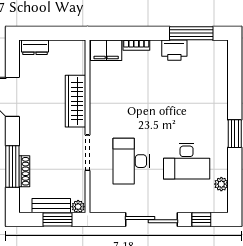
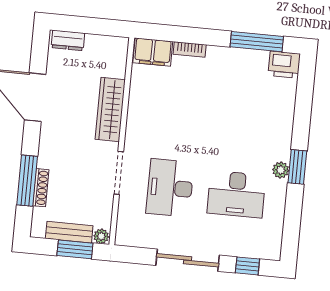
printer: (174, 50) -> (284, 65), moved
plant: (221, 184) -> (281, 170), moved

